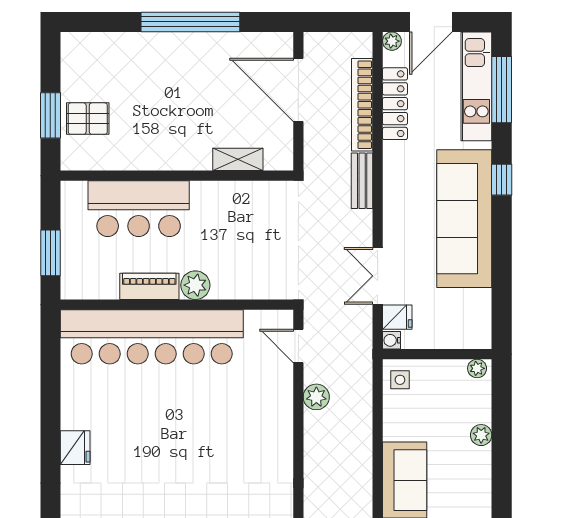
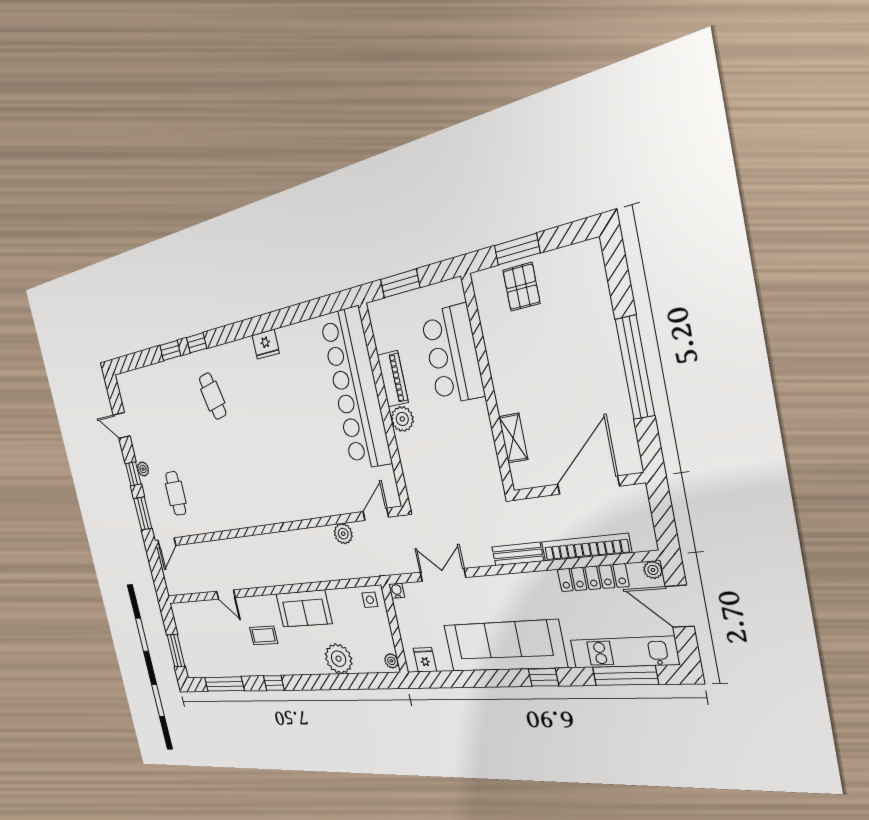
fridge: (397, 317) -> (425, 660), moved, turned 180
plant: (481, 435) -> (339, 659), width x1.87, depth x1.87

